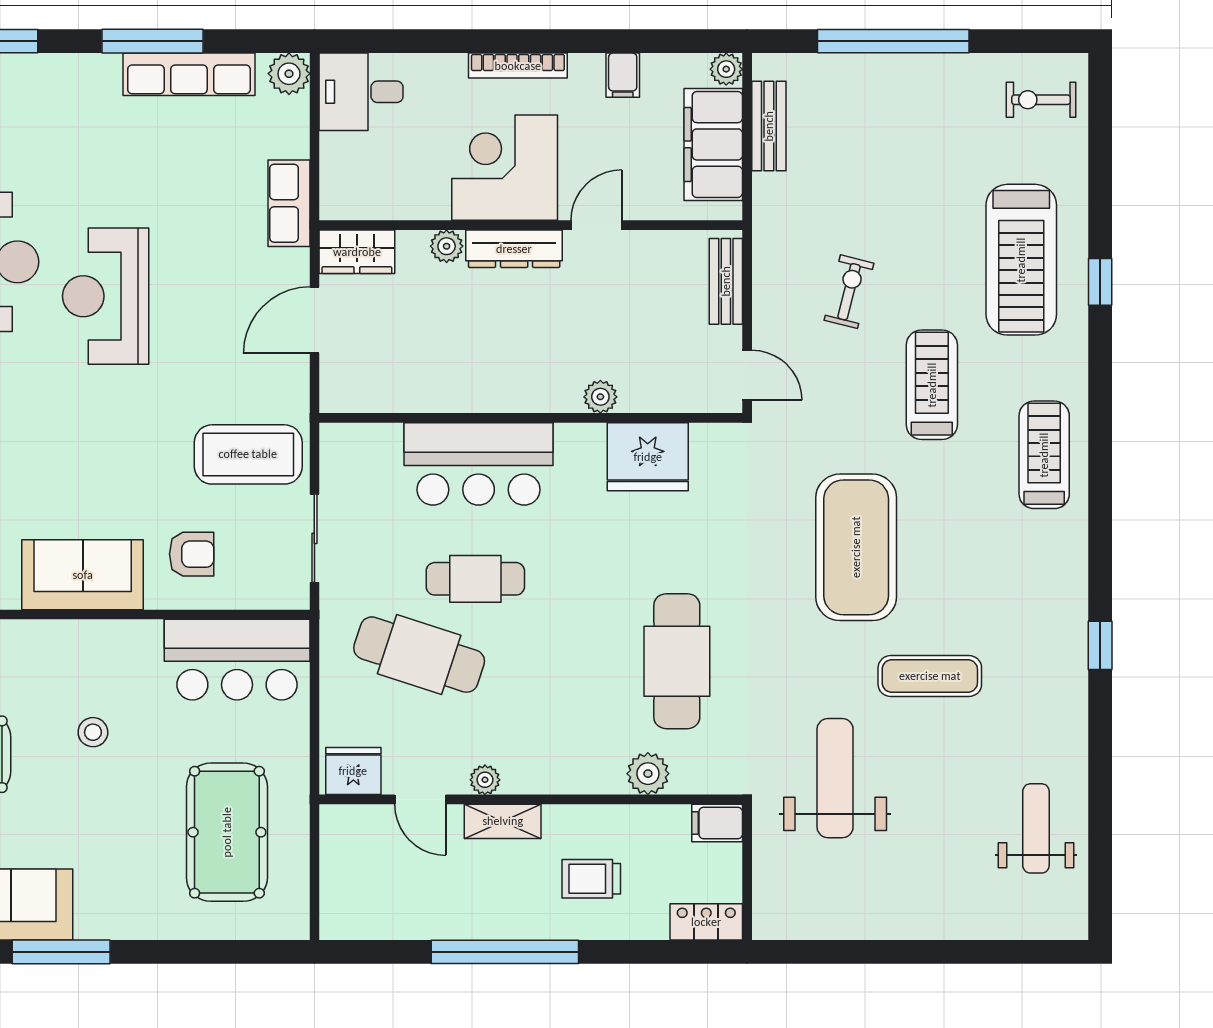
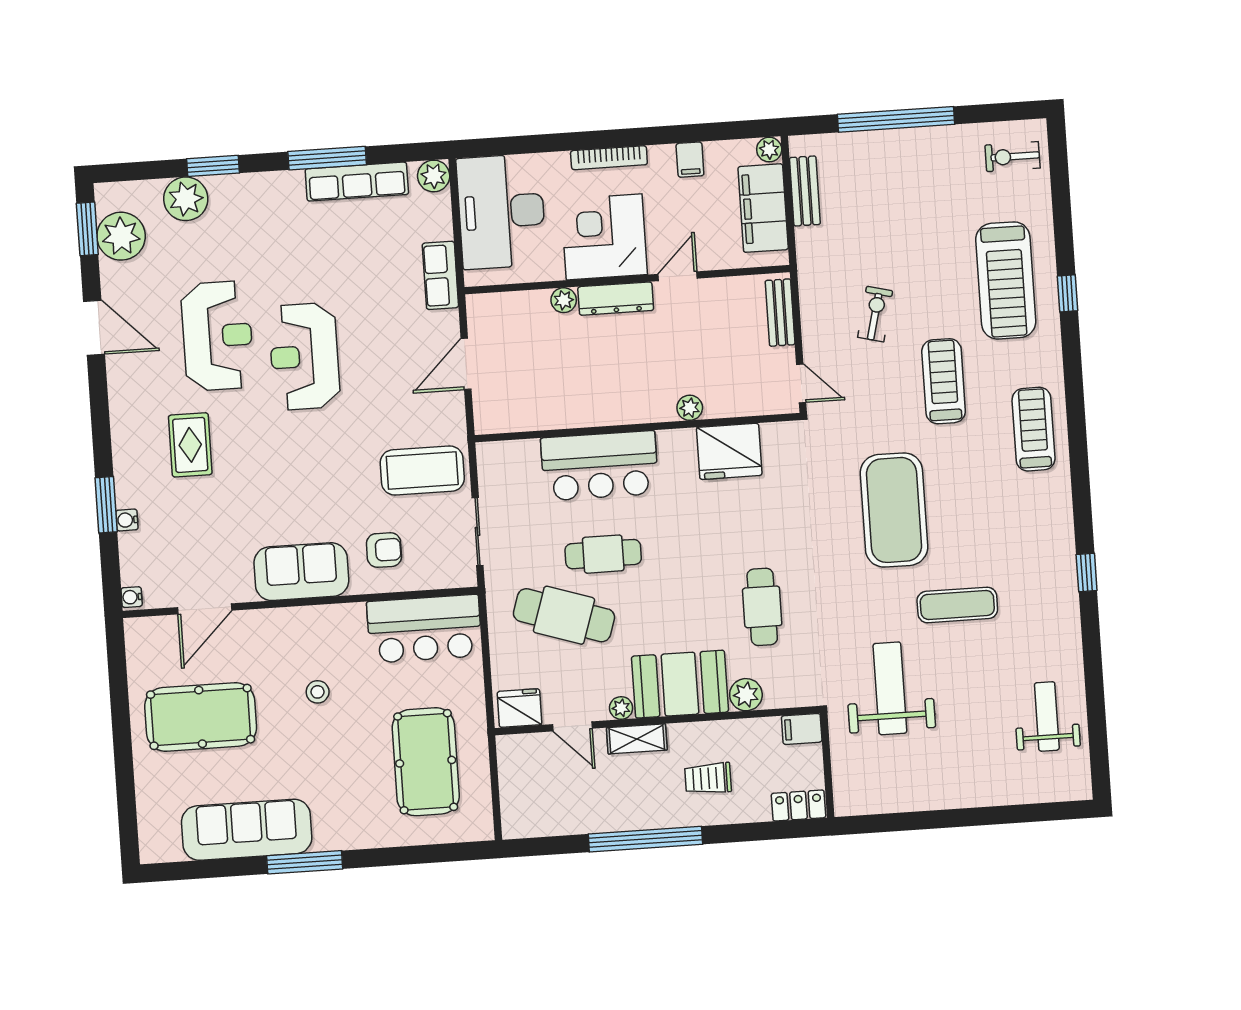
desk: (361, 92) -> (501, 211), width x1.87, depth x1.30
wardrobe: (357, 252) -> (495, 309), removed
cafe table: (677, 661) -> (762, 607), width x0.73, depth x0.74
booth: (563, 754) -> (680, 684), added

